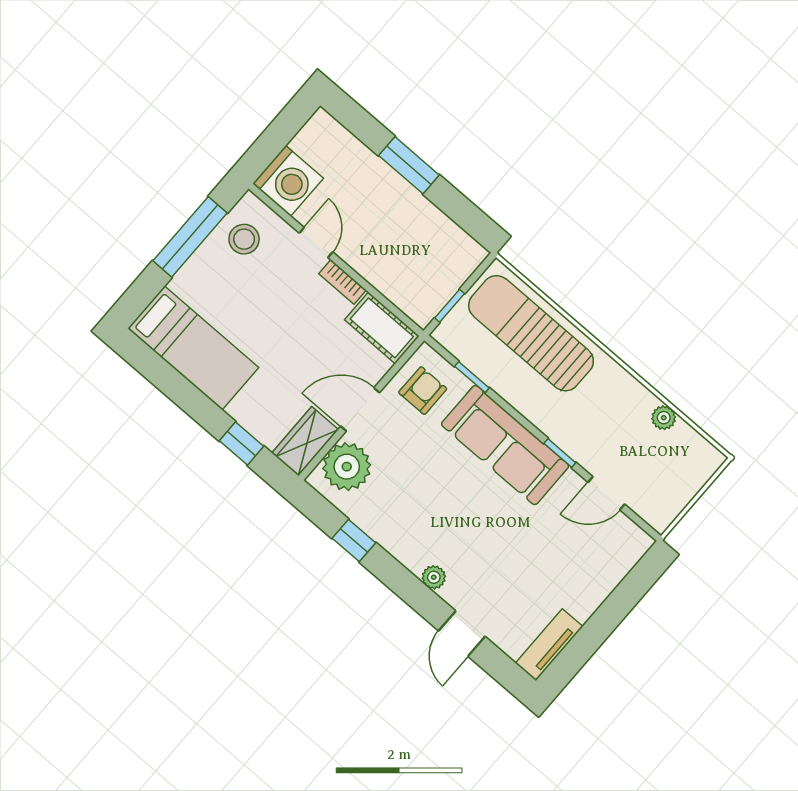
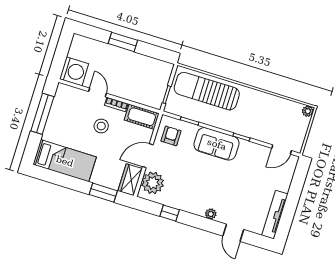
stool: (244, 239) -> (101, 126), moved
plant: (664, 418) -> (308, 111), moved
window: (242, 443) -> (103, 193), width x1.50
sofa: (505, 445) -> (217, 144), width x0.73
door: (606, 493) -> (282, 149), moved
tv unit: (549, 645) -> (275, 215), width x1.41

